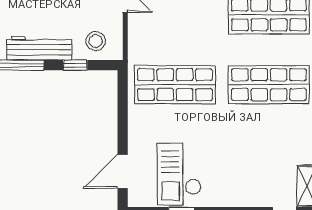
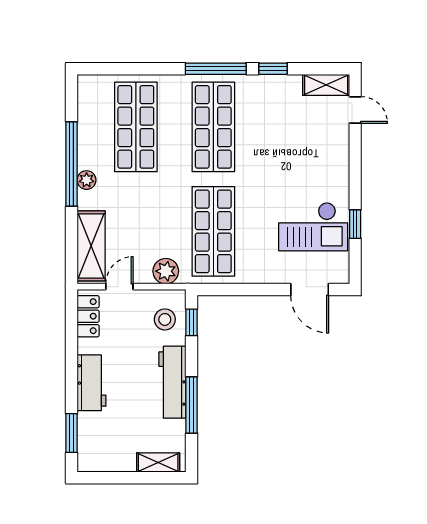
plant: (139, 42) -> (166, 271), added
window: (75, 65) -> (192, 322), moved

